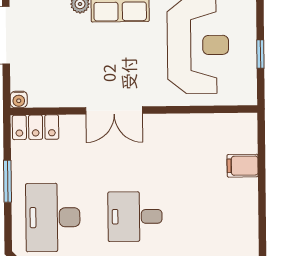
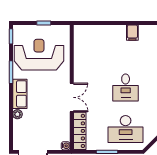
locker: (36, 127) -> (80, 131), width x1.53
filing cabinet: (243, 166) -> (132, 33), moved

